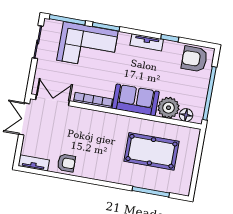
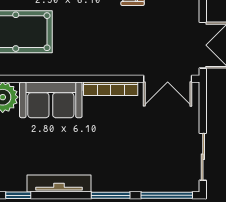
tv unit: (147, 42) -> (59, 184), width x1.41
corner sofa: (87, 46) -> (132, 164), removed

